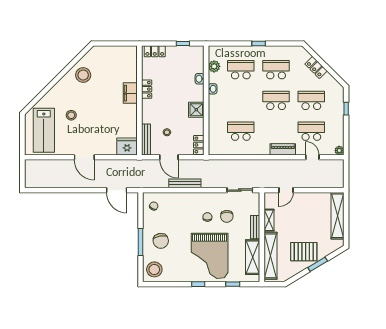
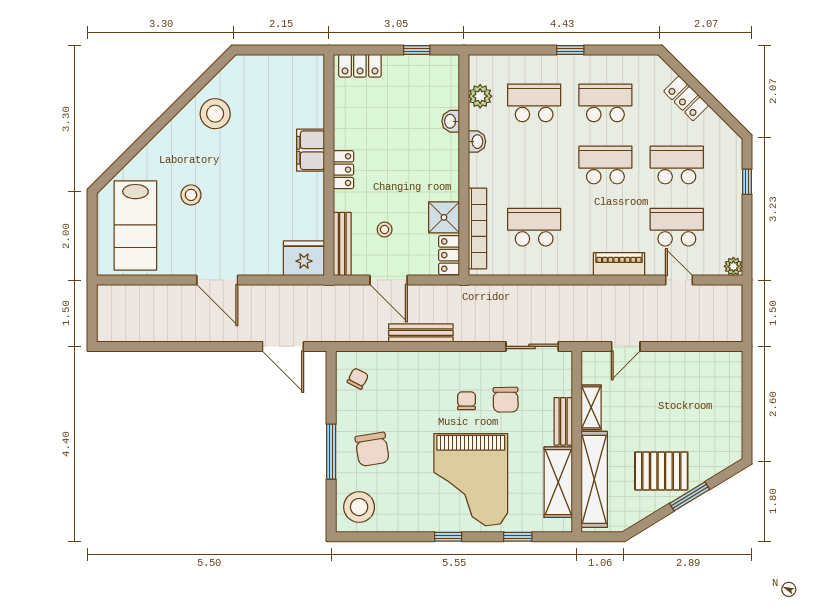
locker: (147, 89) -> (343, 170), moved
shower: (196, 110) -> (444, 217), moved
bookcase: (213, 132) -> (477, 228), added
shelving: (337, 216) -> (730, 398), removed

